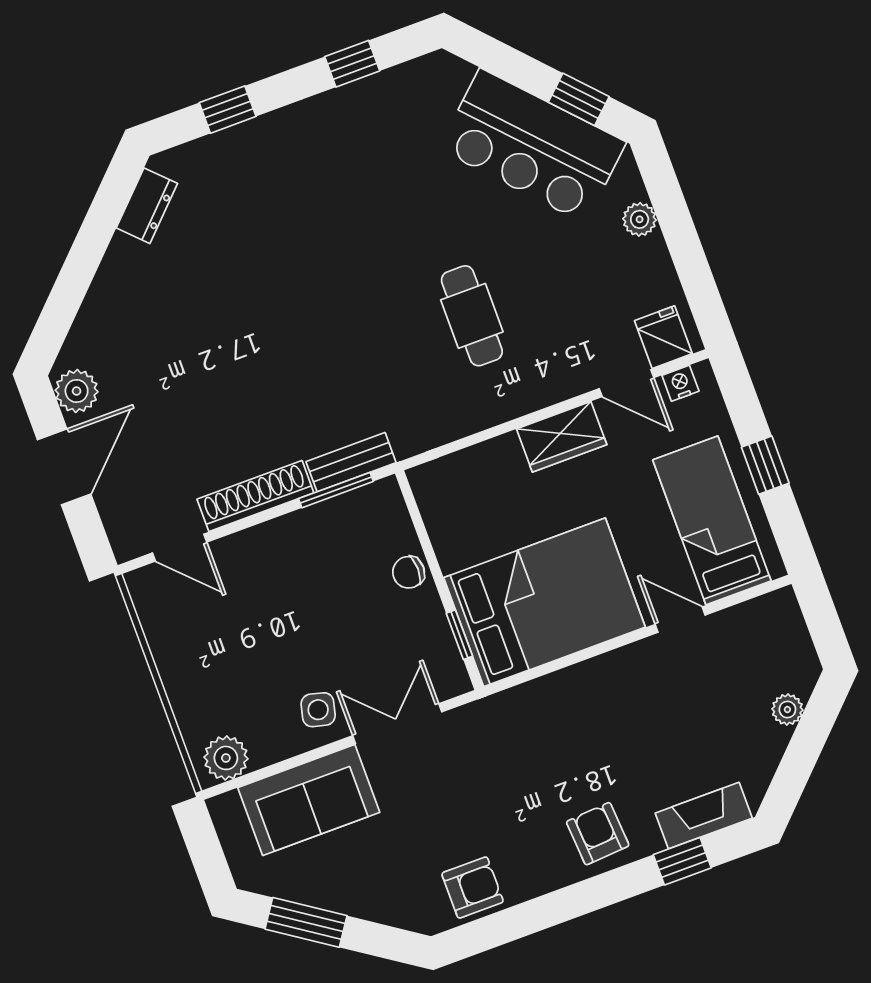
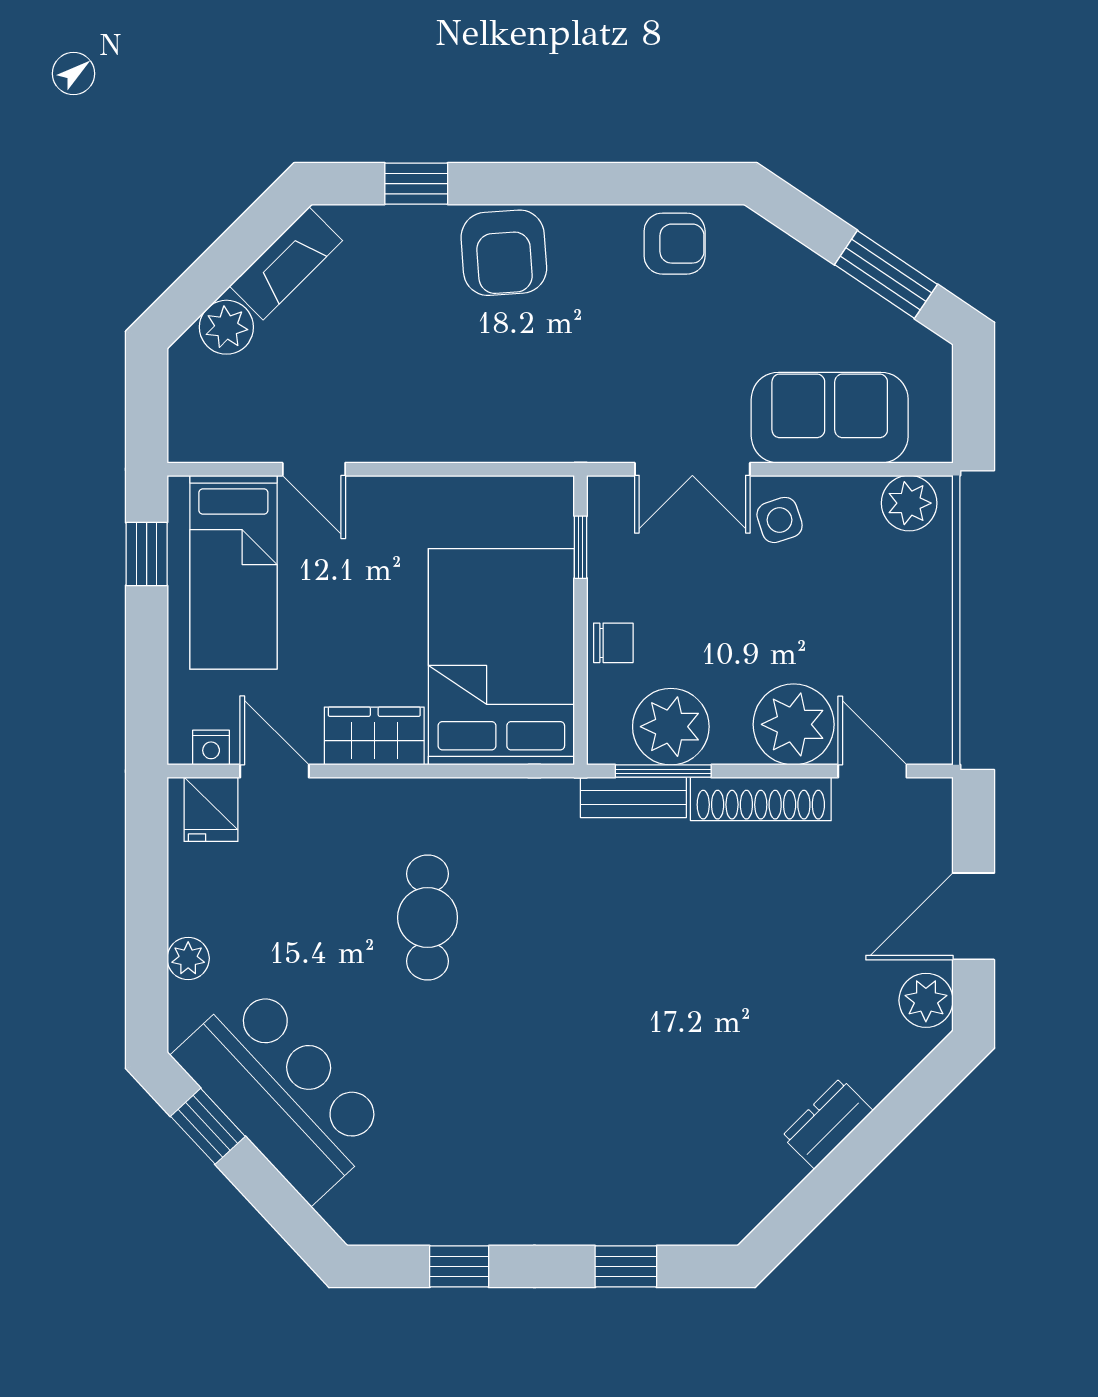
dresser: (147, 206) -> (827, 1123), moved
window: (765, 465) -> (147, 554), moved
plant: (343, 525) -> (671, 727), added
plant: (251, 561) -> (794, 724), added
bed: (545, 602) -> (501, 657), moved, turned 90
plant: (787, 709) -> (226, 327), width x1.38, depth x1.38
side table: (318, 710) -> (780, 520), turned -32
fireplace: (704, 816) -> (286, 263), moved, turned -45
armchair: (598, 834) -> (504, 253), width x1.38, depth x1.38
armchair: (473, 887) -> (675, 244), turned 180

